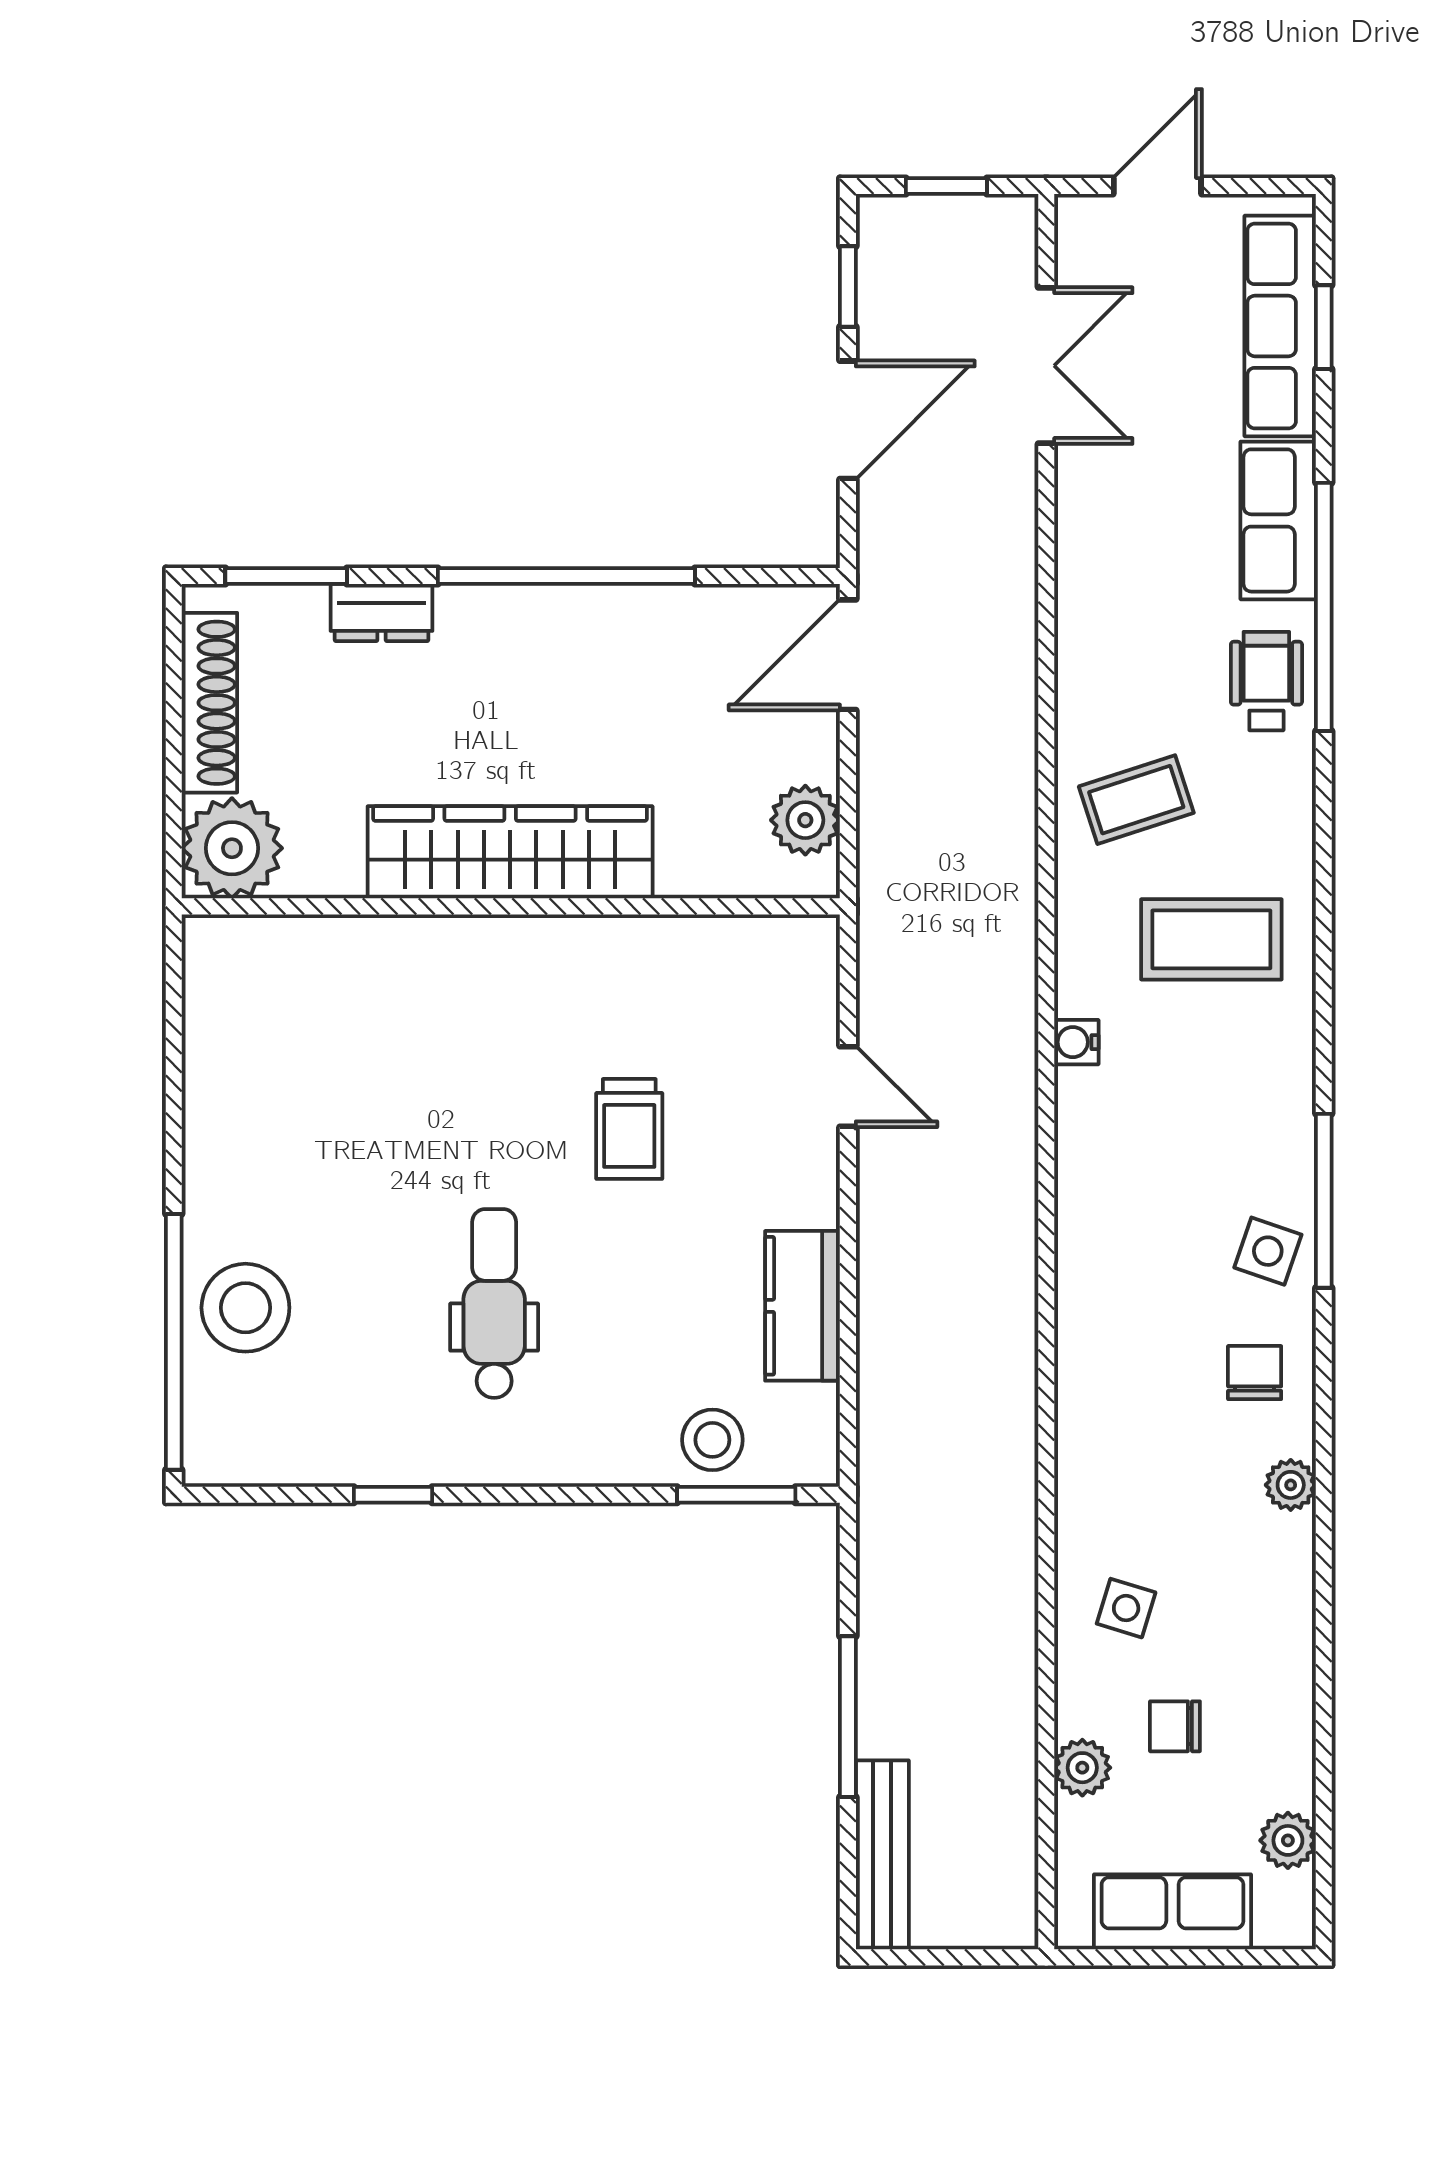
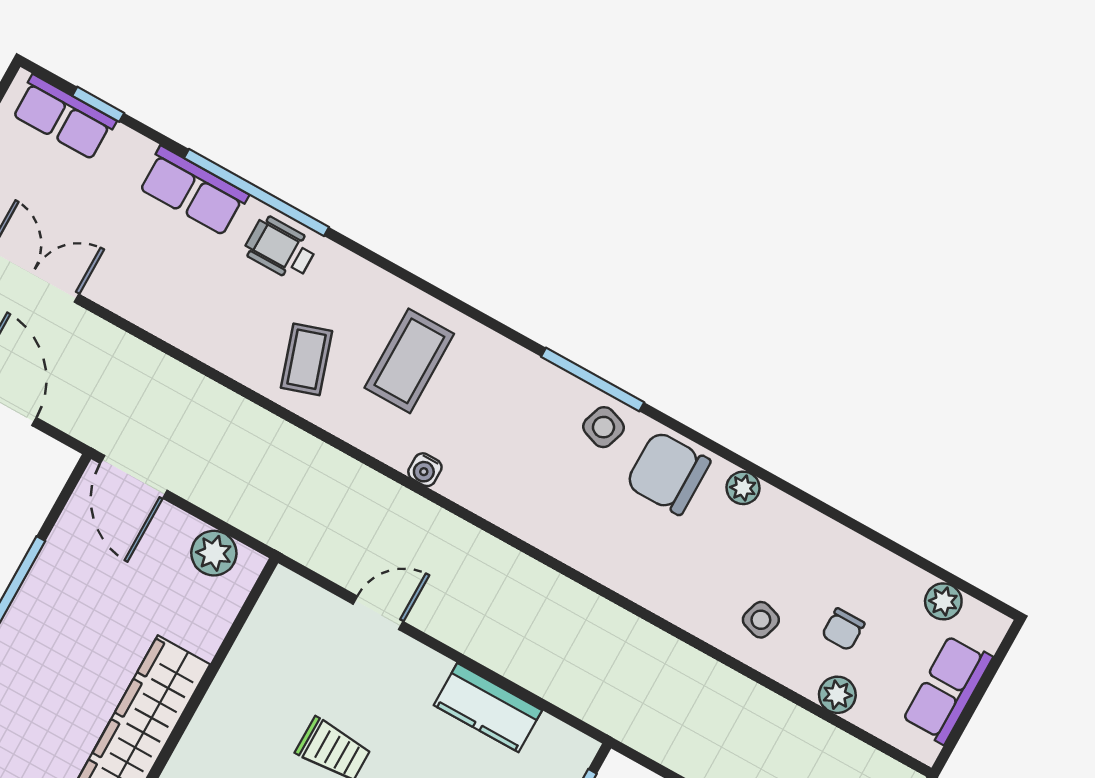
row of seats: (1280, 326) -> (64, 117), width x0.68
chair: (1255, 1373) -> (668, 473), width x1.87, depth x1.87

